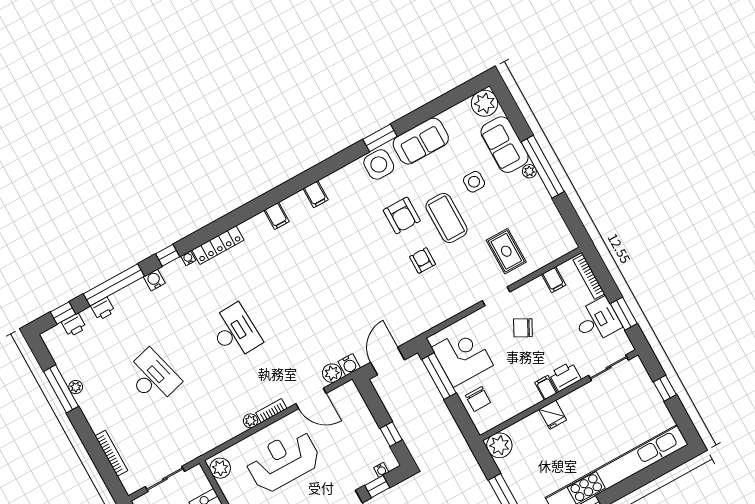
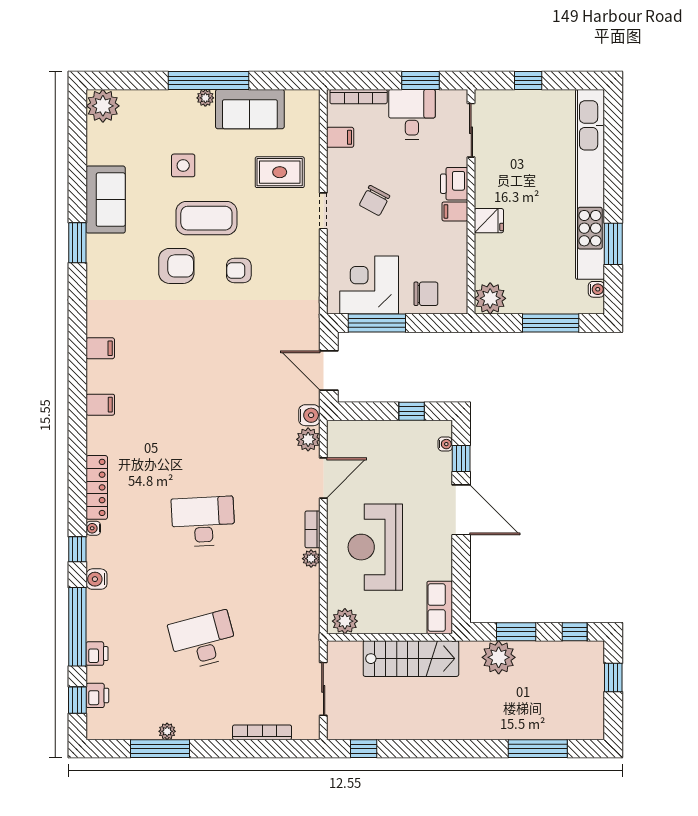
sofa: (505, 145) -> (250, 109), moved
side table: (379, 164) -> (106, 260), removed

